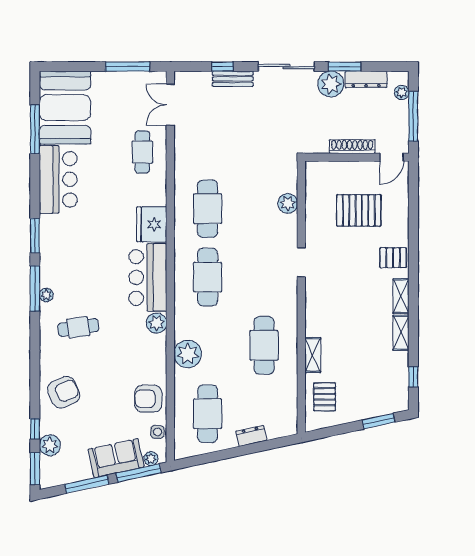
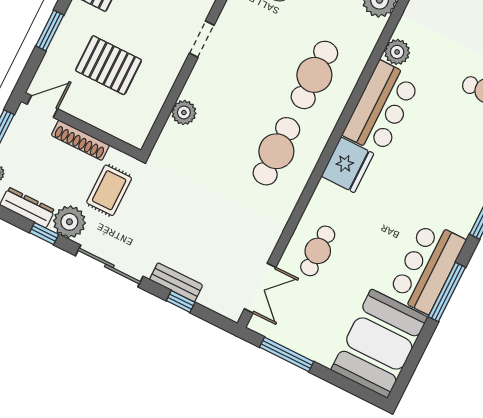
window: (345, 67) -> (44, 234), width x0.67
rug: (314, 121) -> (109, 190), added
window: (35, 129) -> (447, 292), moved
window: (413, 214) -> (50, 31), added

